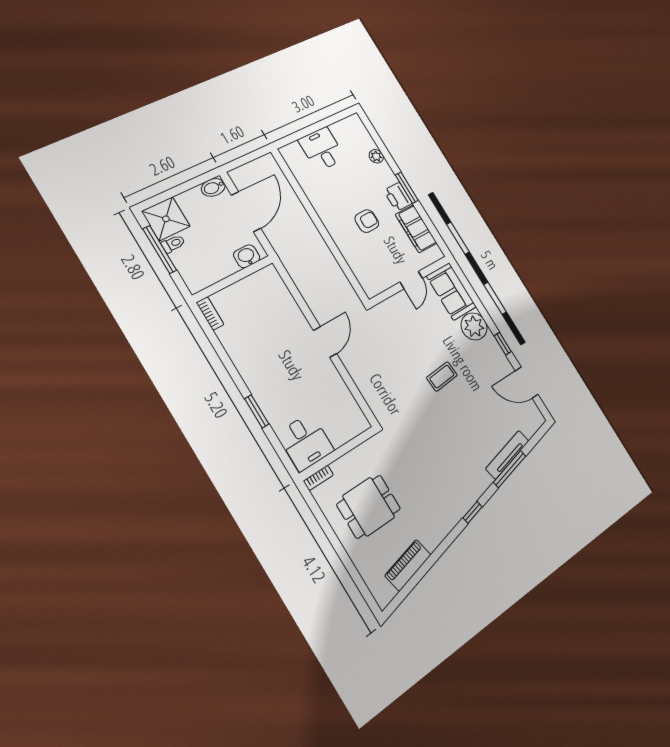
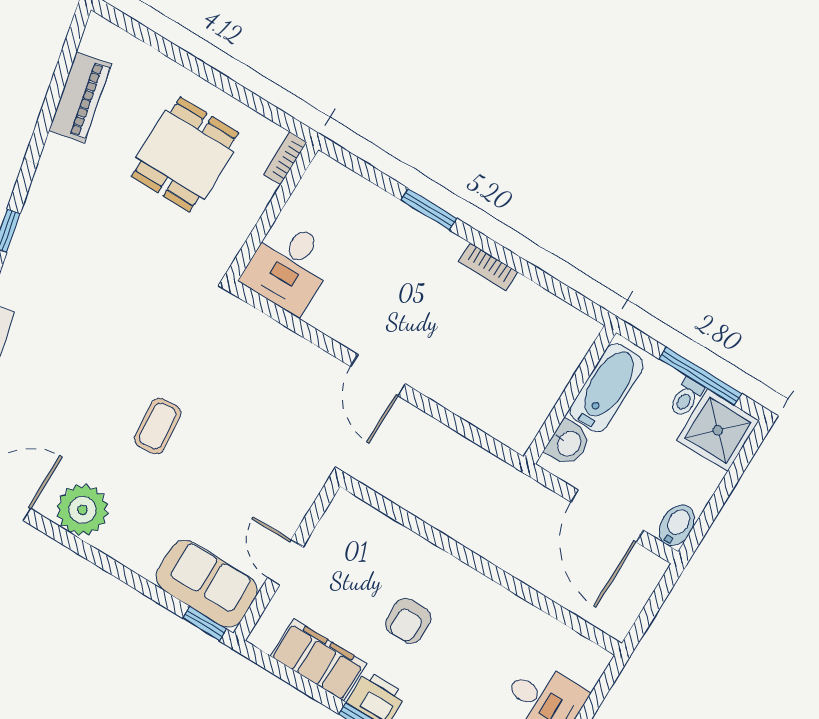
bathtub: (212, 272) -> (607, 388), added
bookcase: (210, 313) -> (488, 267), moved
plant: (474, 326) -> (82, 510), moved
window: (503, 344) -> (205, 624), moved
desk: (305, 442) -> (289, 267), moved, turned -90

